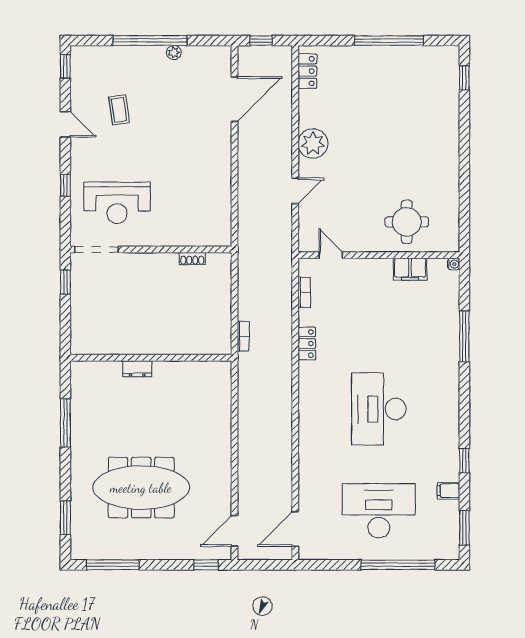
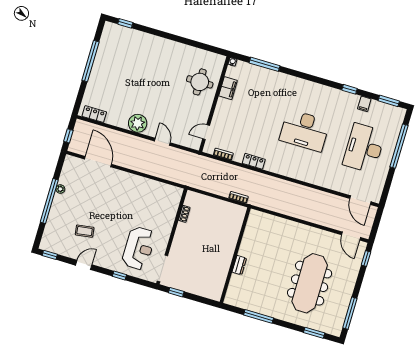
window: (464, 336) -> (265, 64), moved

